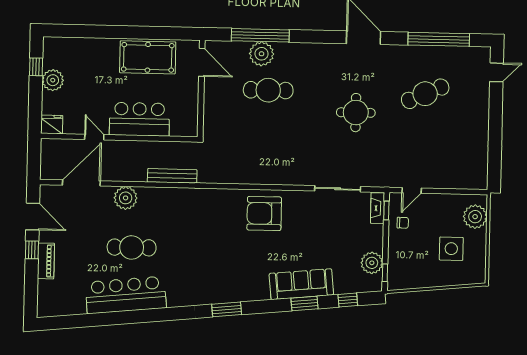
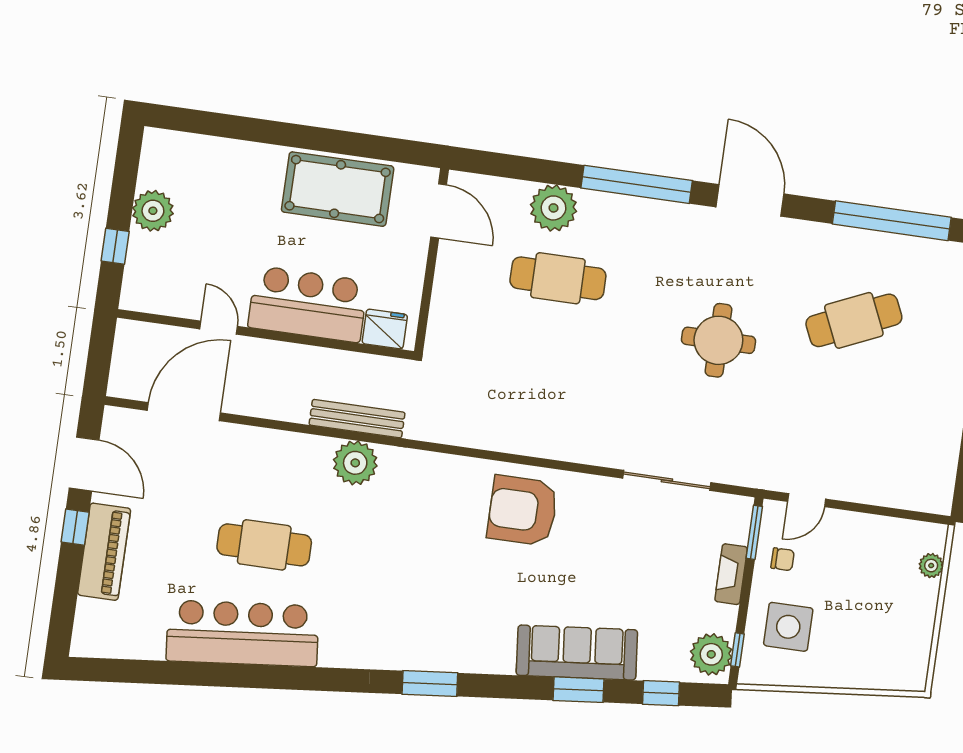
window: (260, 35) -> (637, 184), moved
window: (36, 67) -> (115, 246), moved
fridge: (52, 124) -> (385, 329), moved
plant: (126, 198) -> (355, 463), moved
fireplace: (377, 208) -> (731, 574), moved
window: (386, 210) -> (754, 532), width x1.50
plant: (475, 217) -> (931, 566), width x0.53, depth x0.53
side table: (451, 249) -> (788, 627), moved
piano: (46, 261) -> (104, 552), width x1.37, depth x1.33
plant: (372, 263) -> (711, 654), moved

